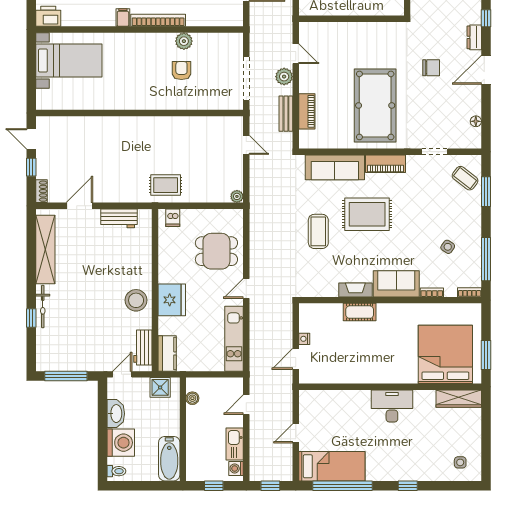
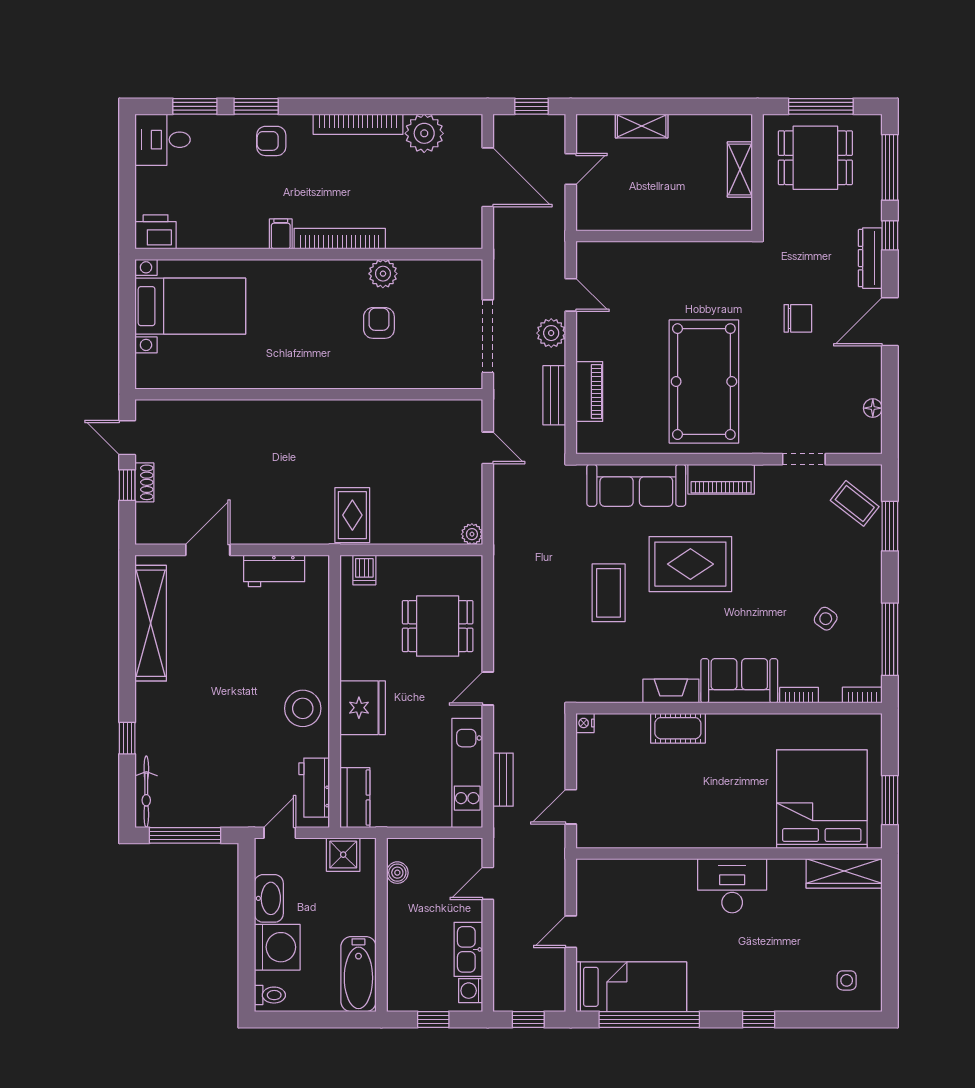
dresser: (474, 37) -> (870, 258), width x1.44
rug: (166, 185) -> (352, 515), turned 90
shoe rack: (42, 191) -> (144, 482), moved
bicycle: (43, 307) -> (146, 792), moved
nightstand: (304, 339) -> (585, 723), moved
bench: (255, 343) -> (503, 780), added

